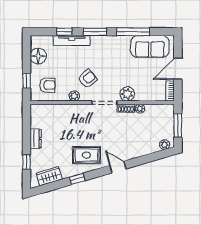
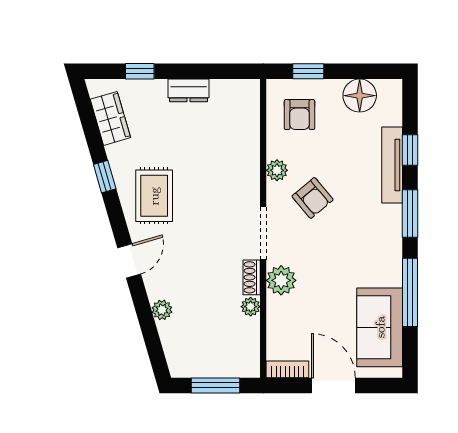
plant: (165, 145) -> (162, 310), moved

